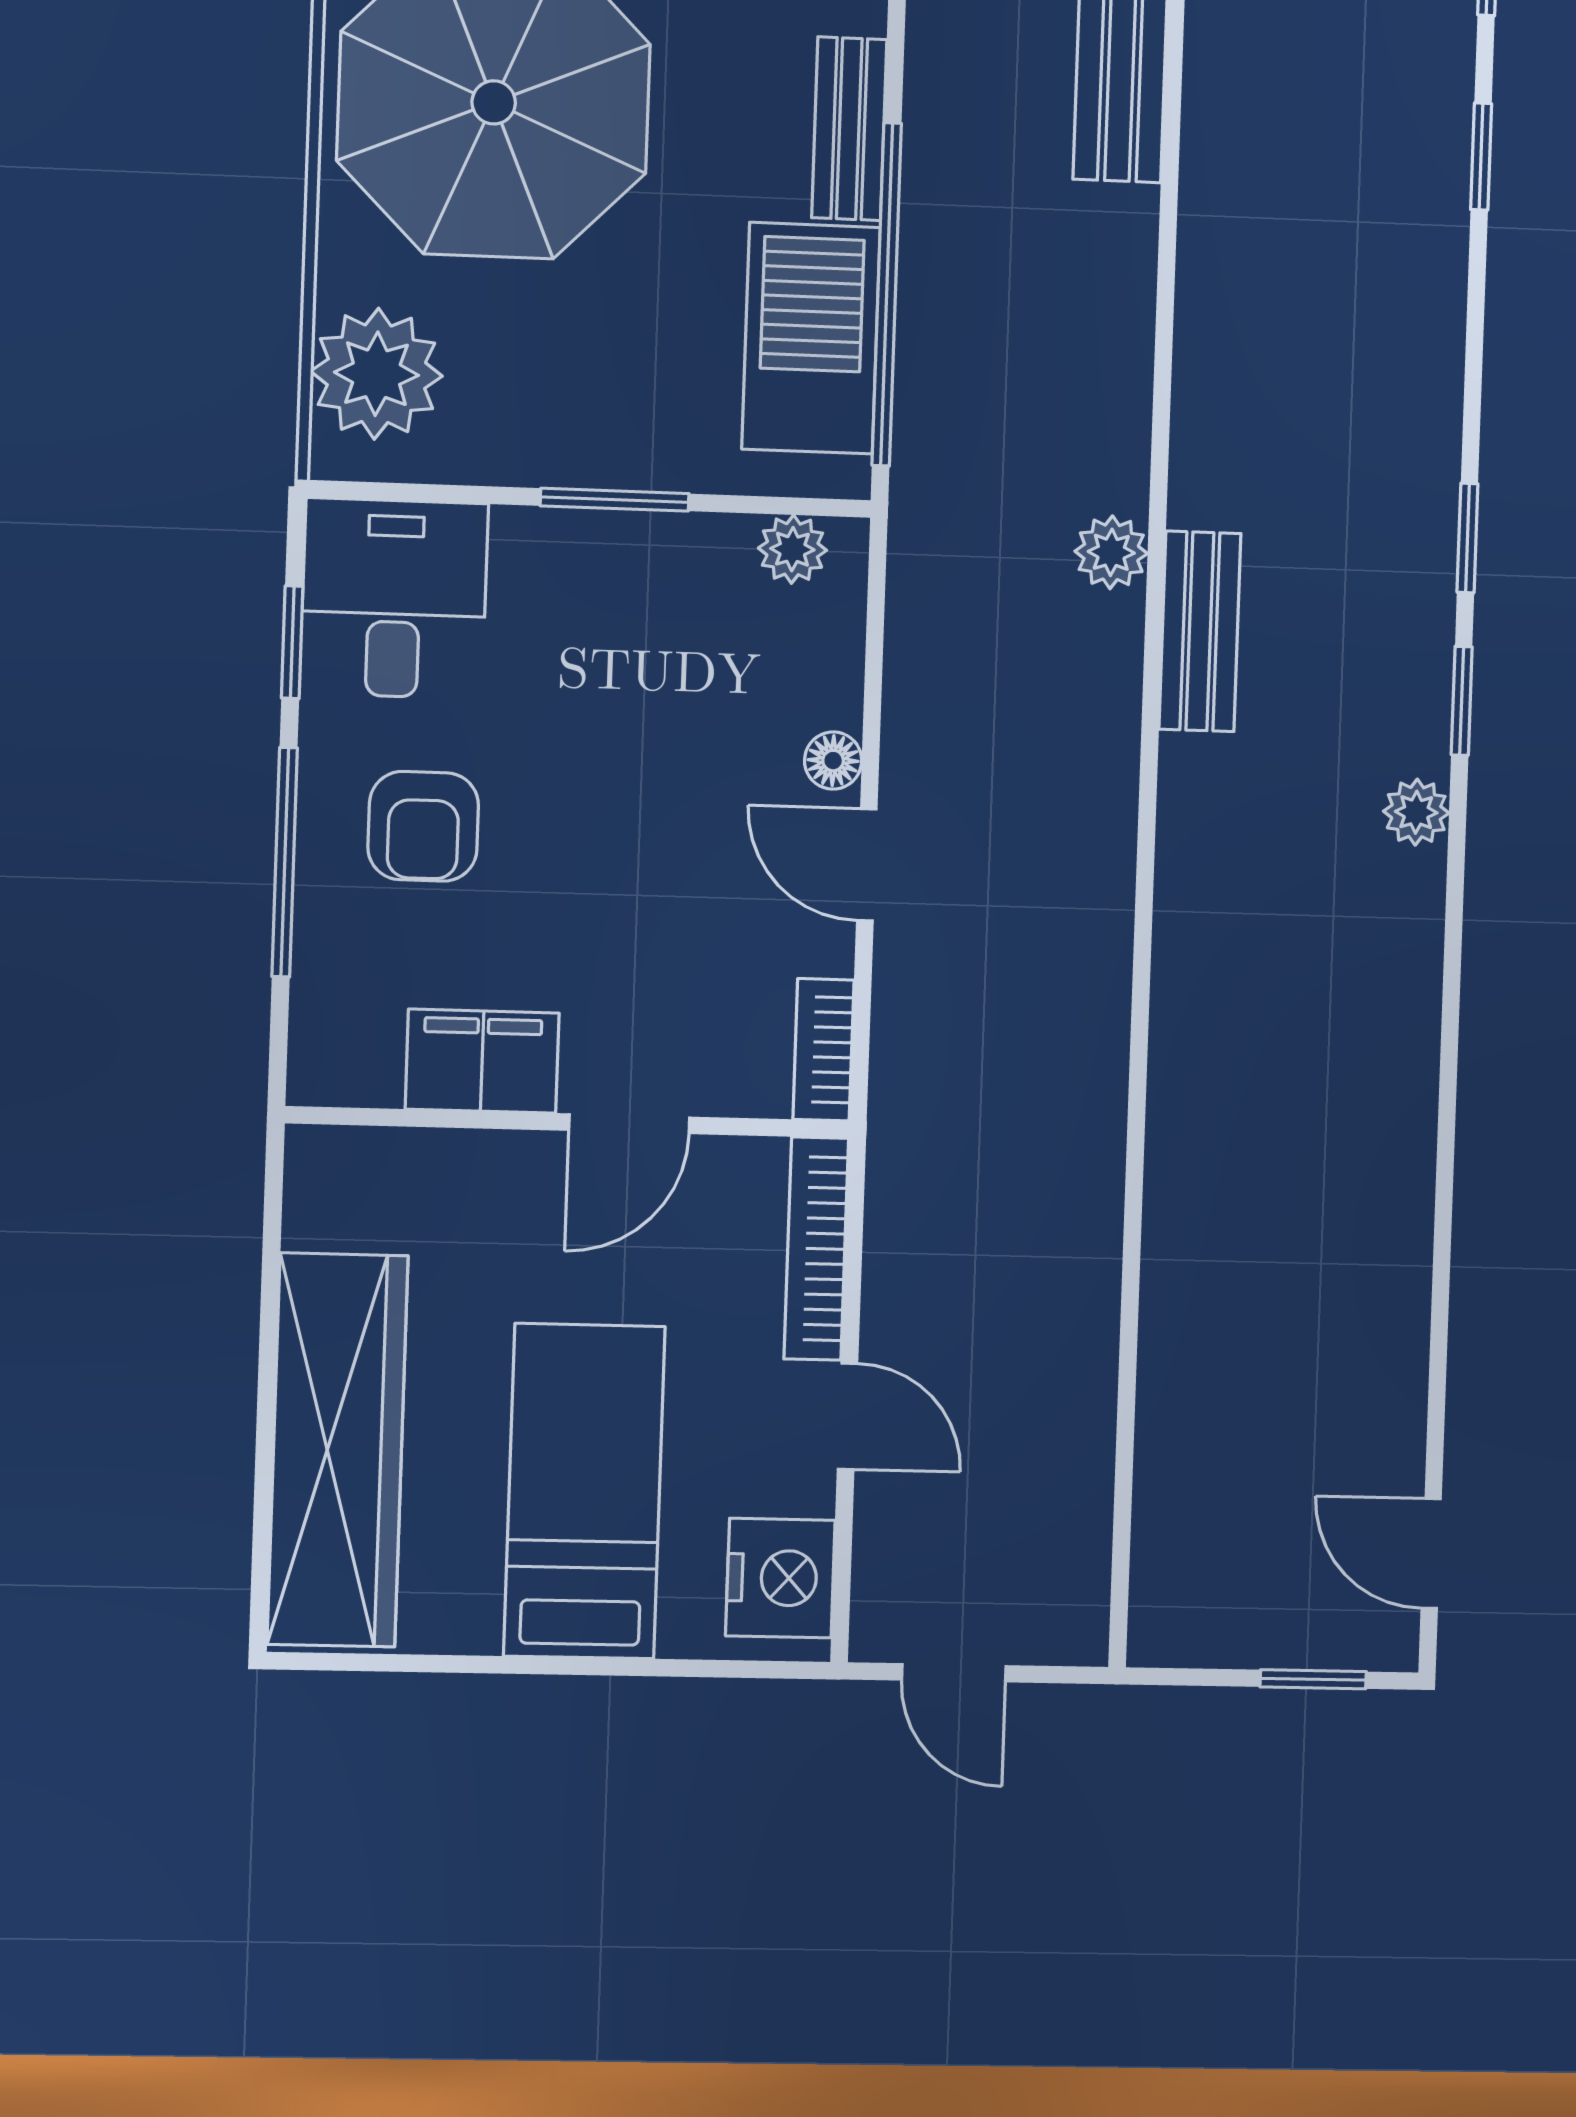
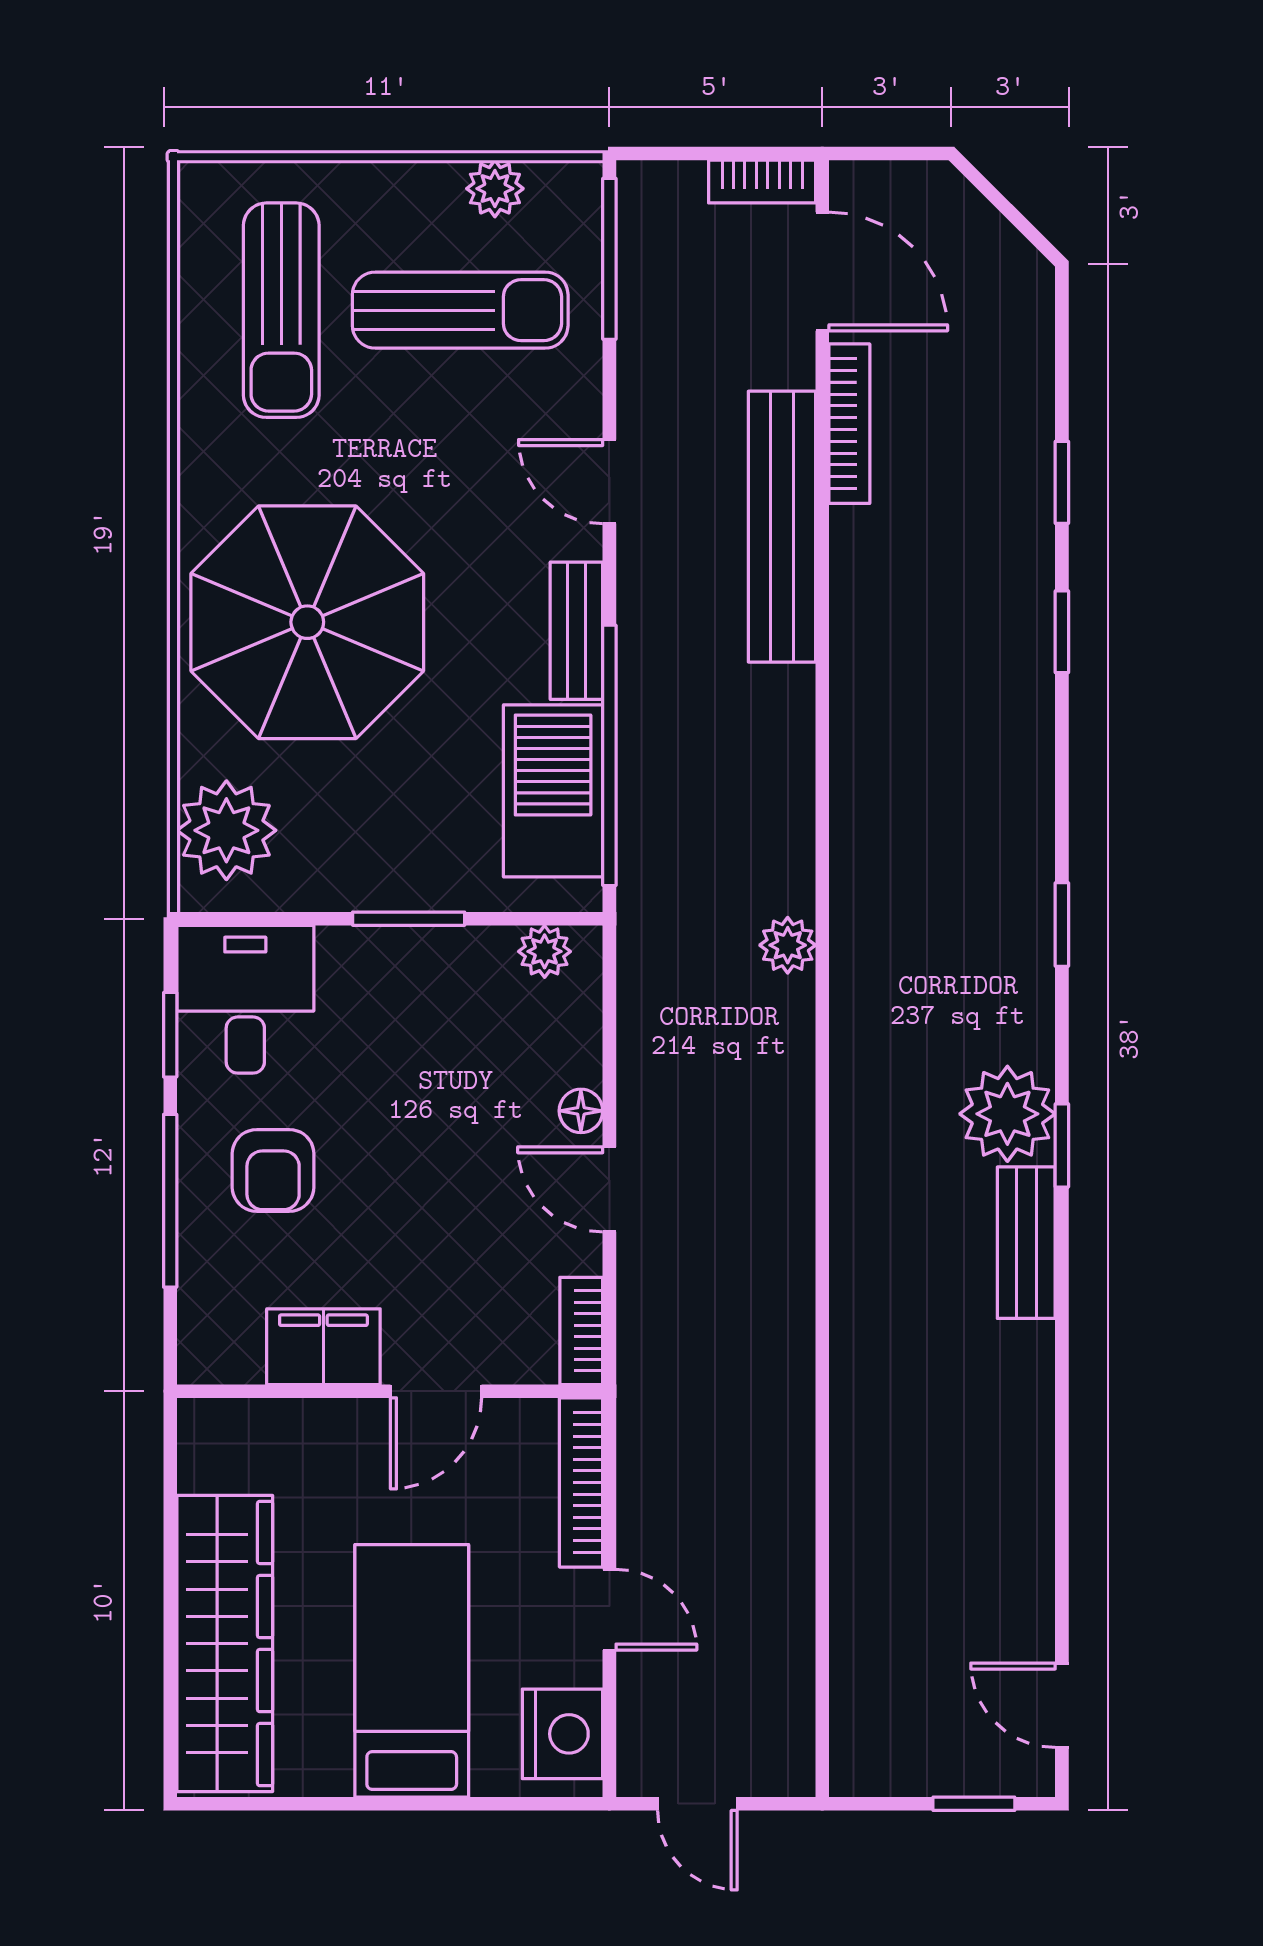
bench: (1200, 631) -> (1026, 1243), moved
window: (1462, 701) -> (1062, 1145), moved
plant: (1416, 812) -> (1007, 1114), width x1.88, depth x1.88

